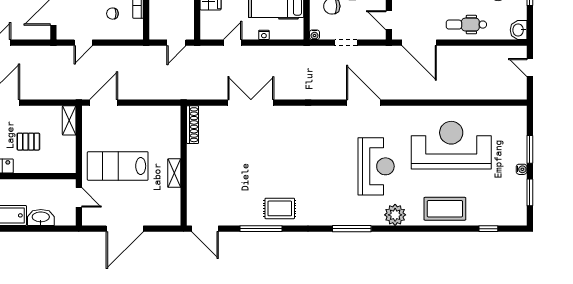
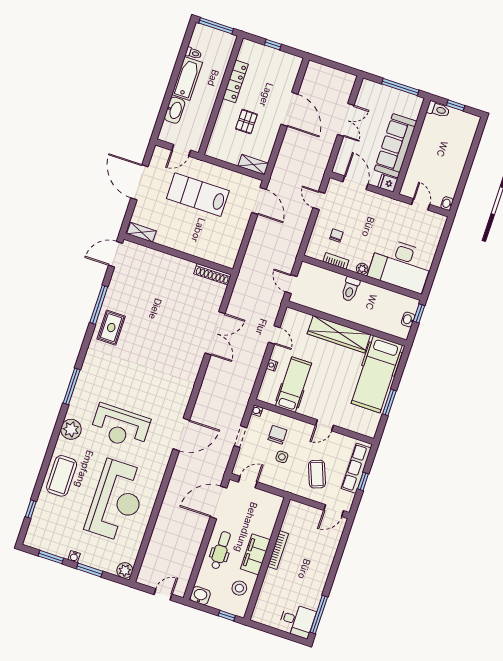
plant: (519, 114) -> (125, 570), added
lab bench: (118, 166) -> (198, 195), turned -90
shelving: (174, 173) -> (142, 232), moved

